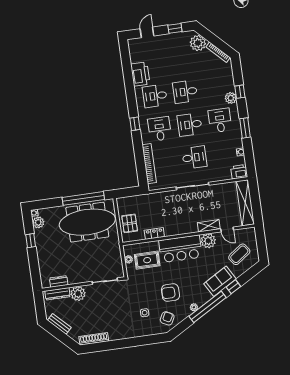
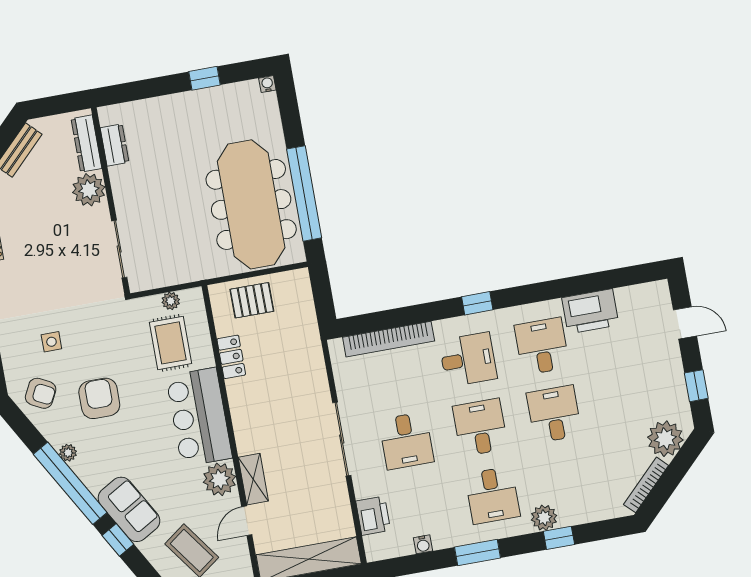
desk: (220, 120) -> (492, 495), turned 90
printer: (239, 172) -> (373, 516), moved
plant: (38, 222) -> (246, 94), removed

